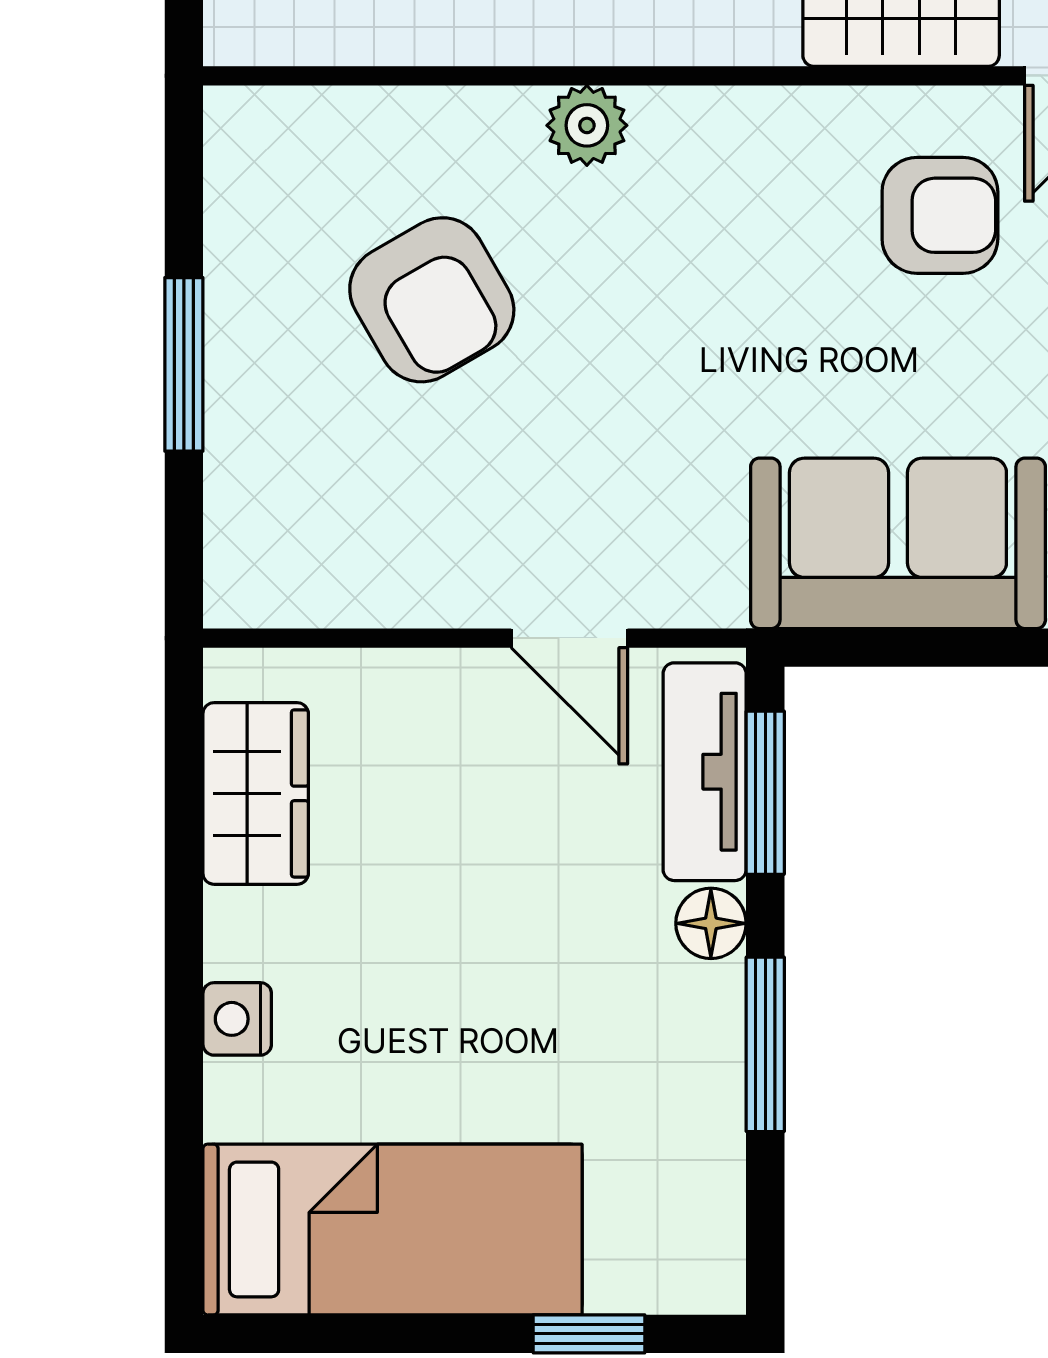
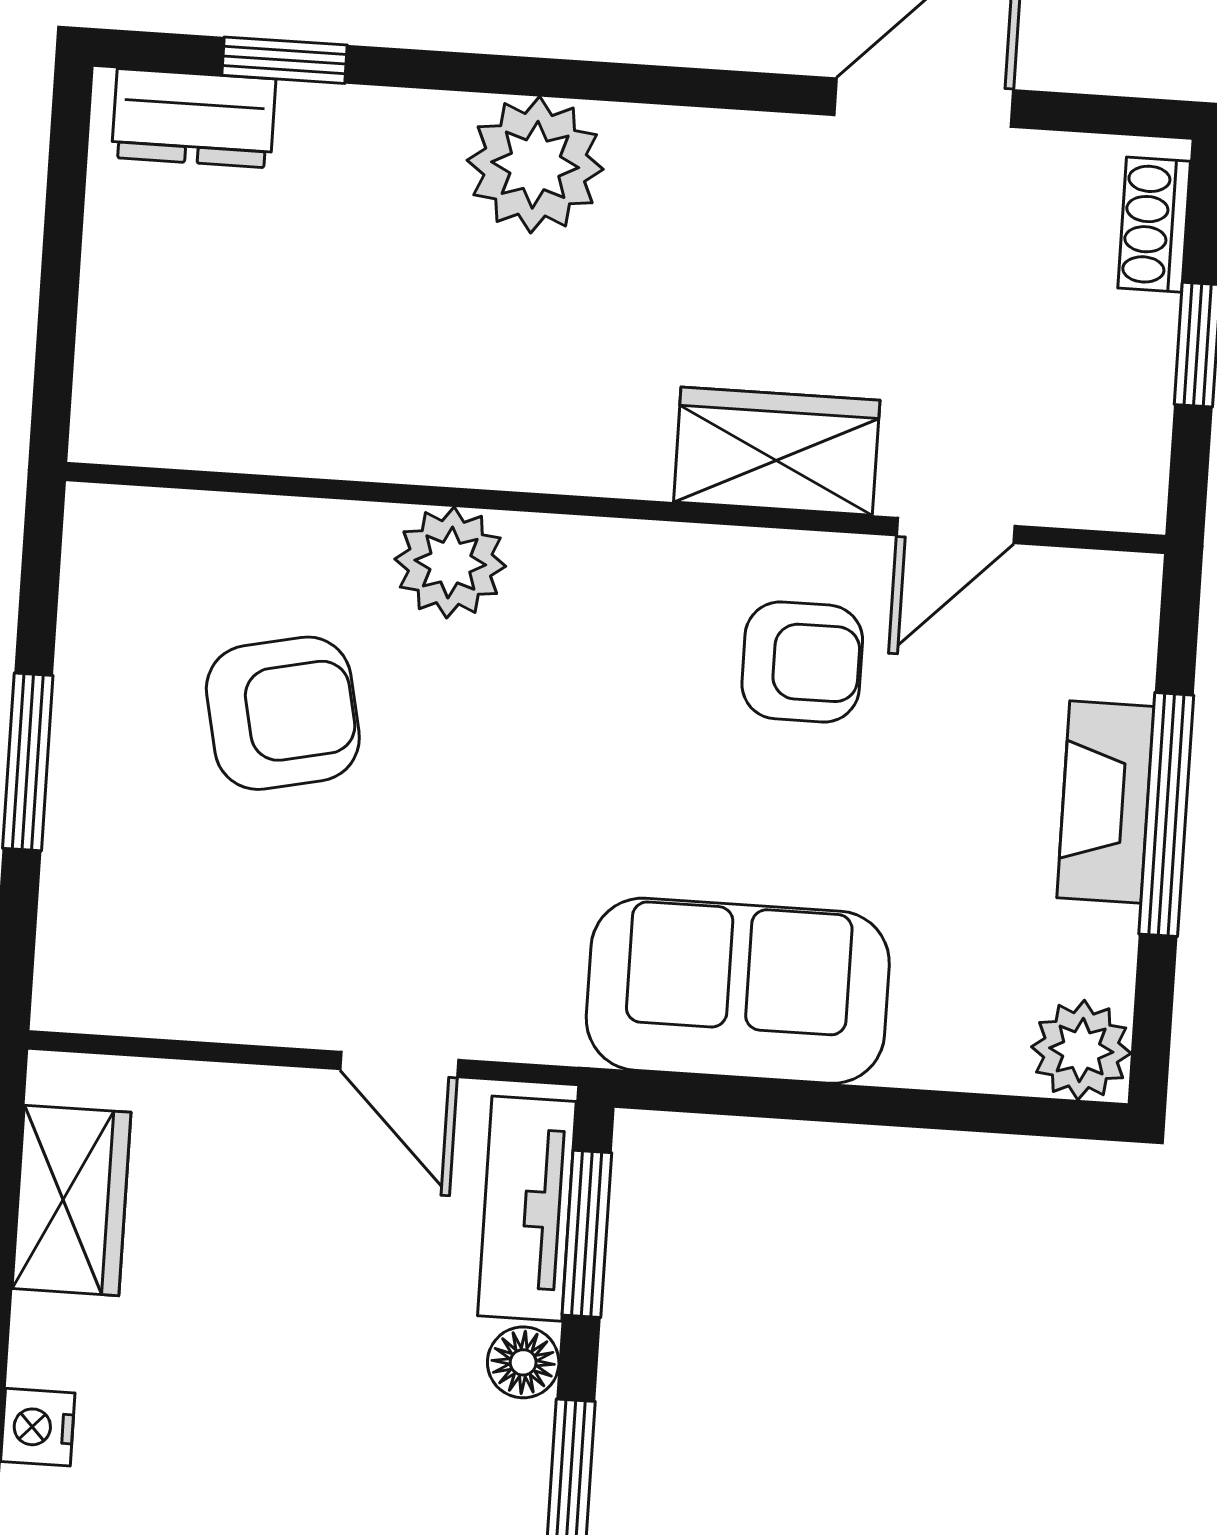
plant: (587, 125) -> (450, 563), width x1.38, depth x1.38
armchair: (432, 300) -> (283, 713), turned -72

